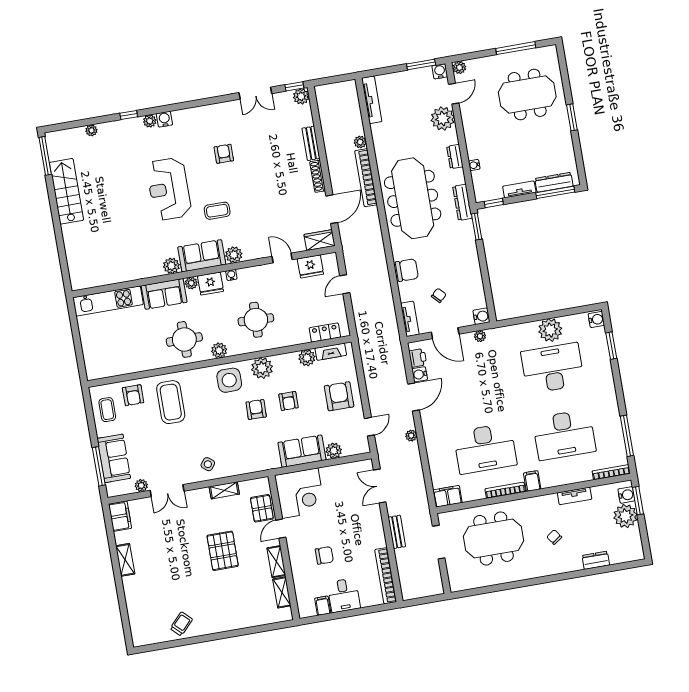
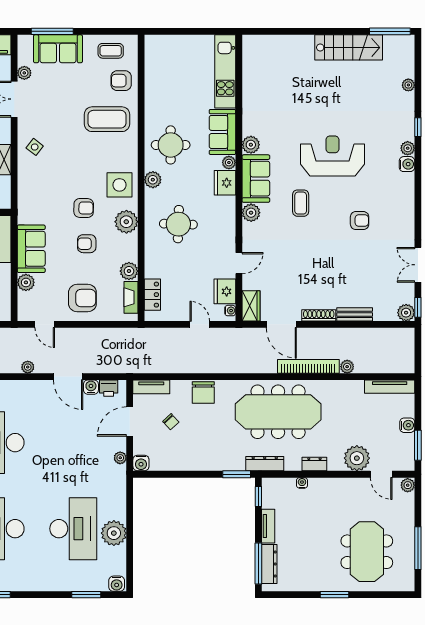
water cooler: (440, 71) -> (407, 425), moved
water cooler: (231, 275) -> (230, 311), moved

